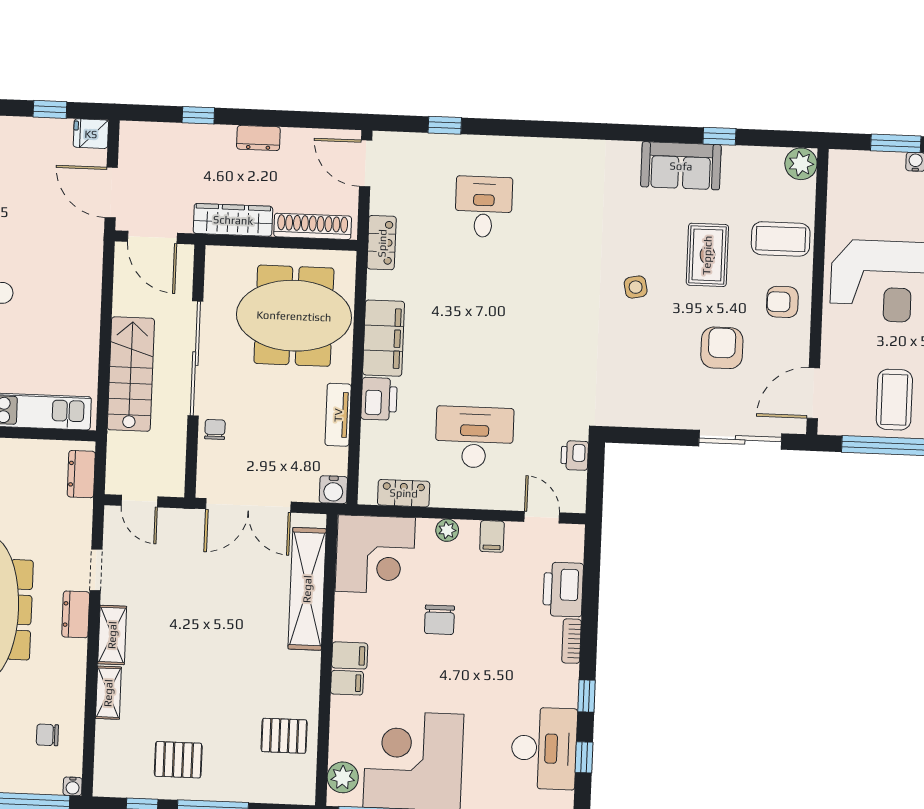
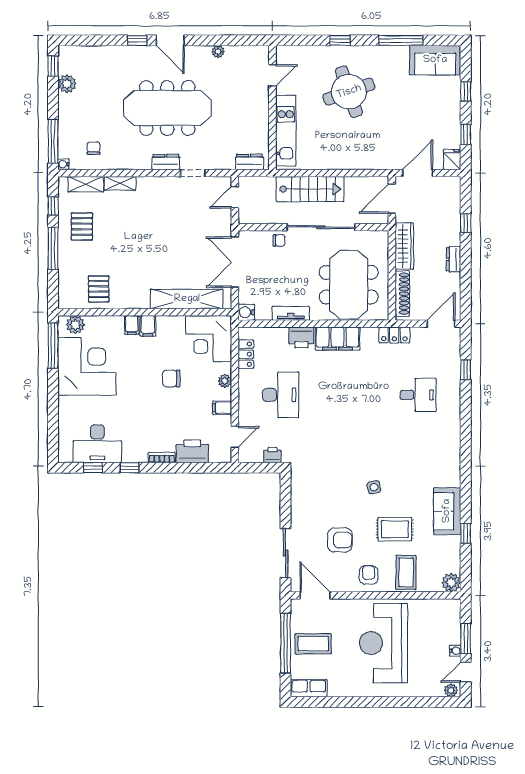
shelving: (112, 635) -> (86, 184), moved

